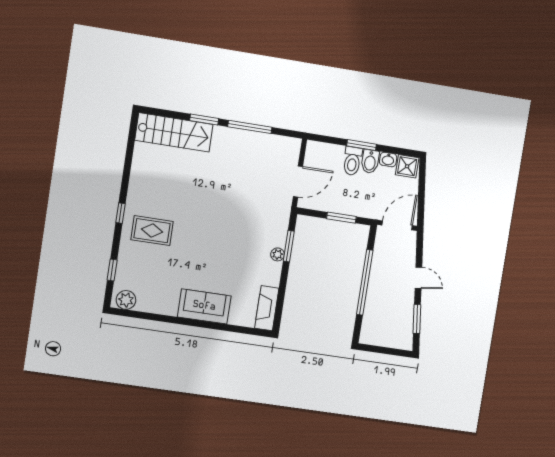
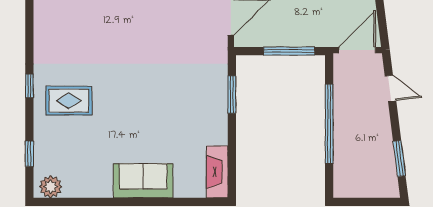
window: (341, 218) -> (289, 51), width x1.44
plant: (277, 254) -> (220, 106), removed
door: (418, 278) -> (390, 88), moved

